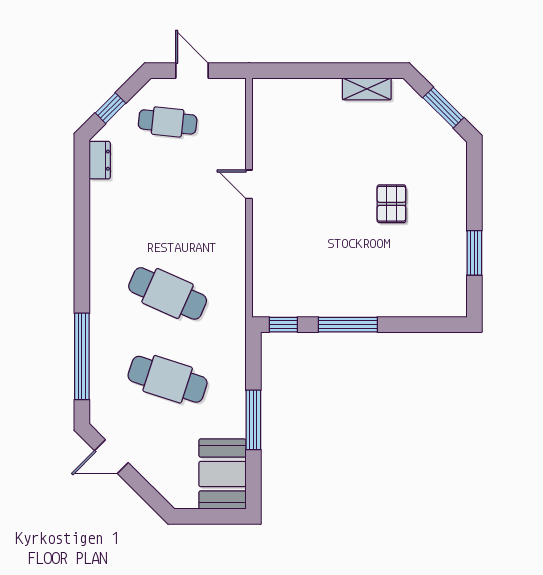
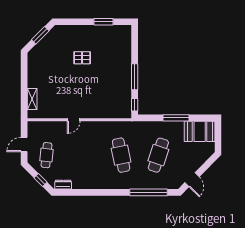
shelving: (367, 89) -> (32, 99), moved
cafe table: (168, 293) -> (121, 155), turned -36

